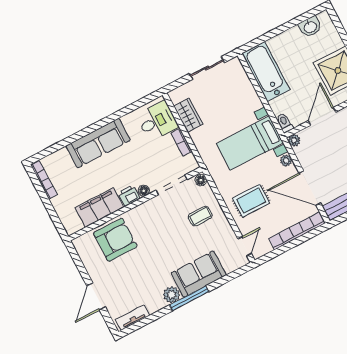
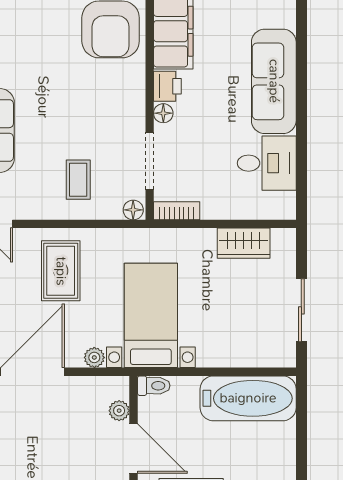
desk: (157, 121) -> (267, 163), moved, turned -90
plant: (294, 140) -> (119, 411), moved
bookcase: (182, 142) -> (177, 211), moved

